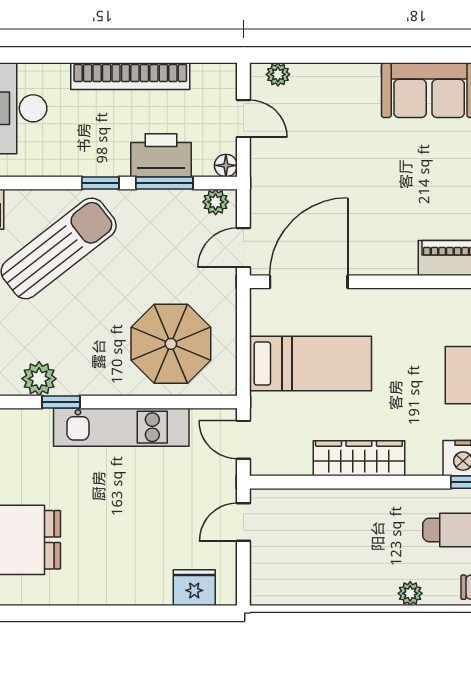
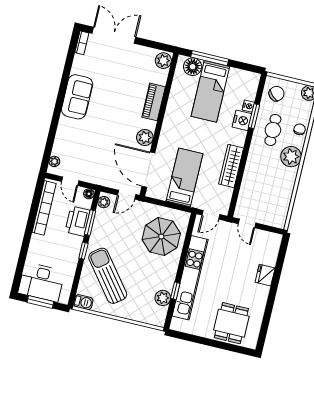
bookcase: (130, 76) -> (44, 208), moved
door: (243, 119) -> (70, 181), swing flipped
door: (243, 248) -> (127, 195), hinge flipped
plant: (376, 257) -> (145, 137), added
kitchen unit: (121, 427) -> (190, 278), width x1.36
fridge: (194, 588) -> (265, 275), moved
plant: (410, 593) -> (291, 157), width x1.88, depth x1.88

